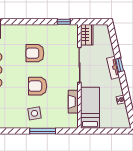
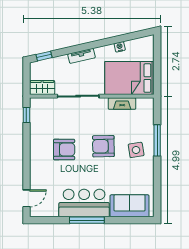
armchair: (35, 53) -> (64, 150), turned -90
window: (120, 65) -> (44, 56), moved
armchair: (38, 86) -> (103, 146), turned 89
bed: (90, 108) -> (129, 78), width x1.50

